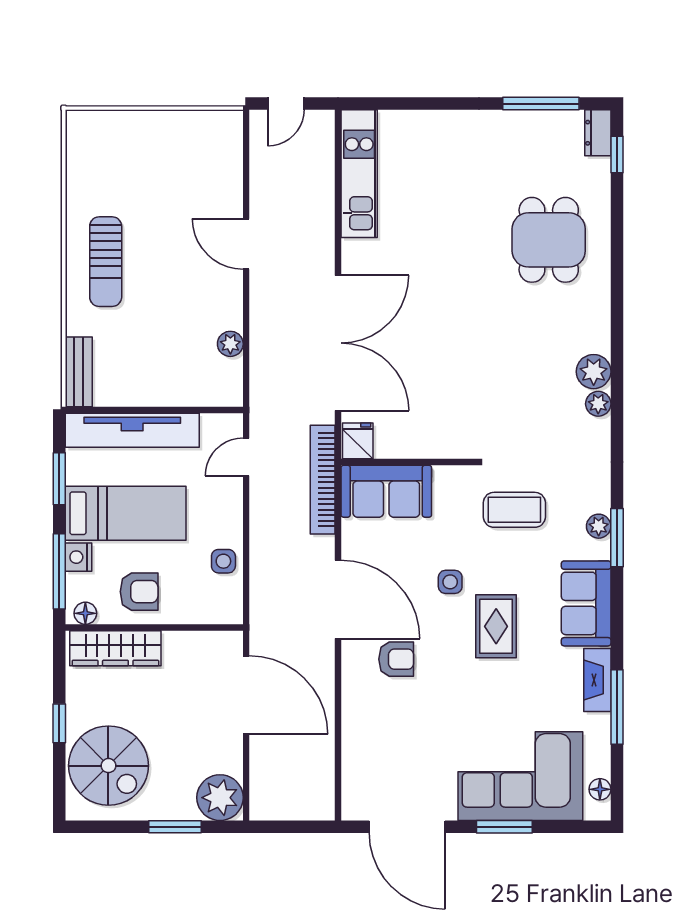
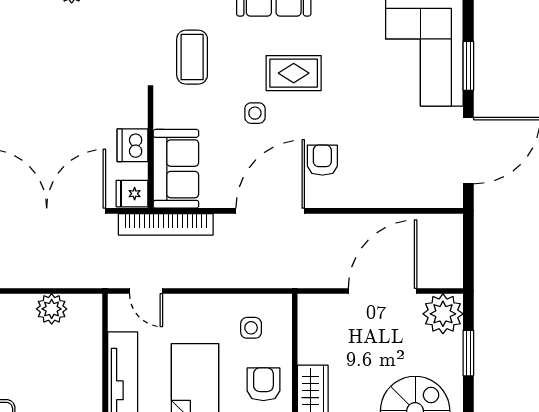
plant: (230, 344) -> (52, 309), width x1.38, depth x1.38
dishwasher: (413, 441) -> (133, 145), added
side table: (223, 561) -> (251, 328), moved
door: (246, 695) -> (383, 291), moved

